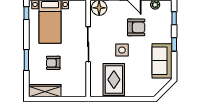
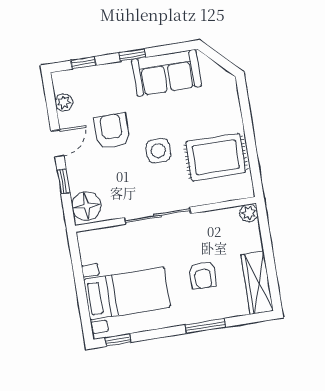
plant: (82, 92) -> (249, 213), added

